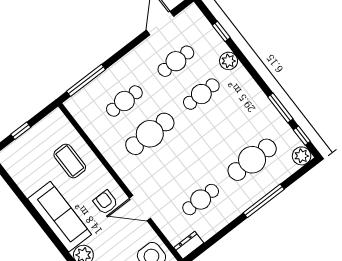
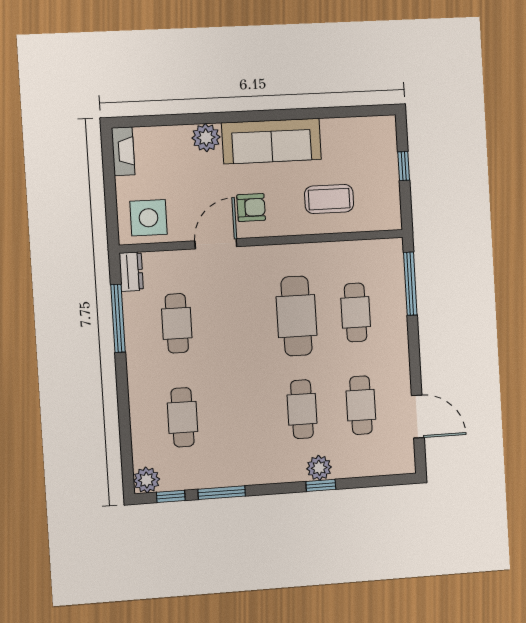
window: (221, 31) -> (321, 485), moved
cafe table: (252, 160) -> (183, 417), width x0.73, depth x0.74
window: (264, 201) -> (118, 318), moved

